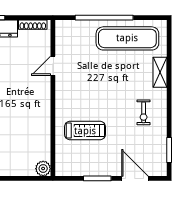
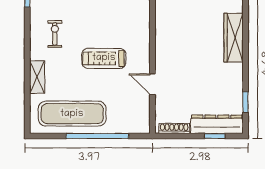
door: (53, 66) -> (152, 84), swing flipped
treadmill: (85, 131) -> (104, 58), moved

